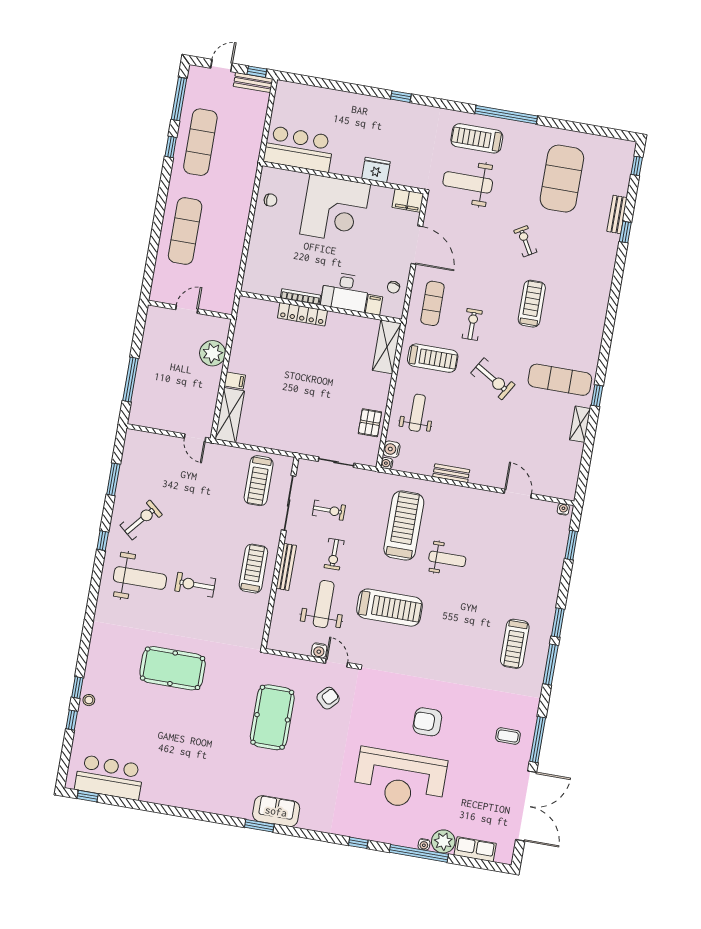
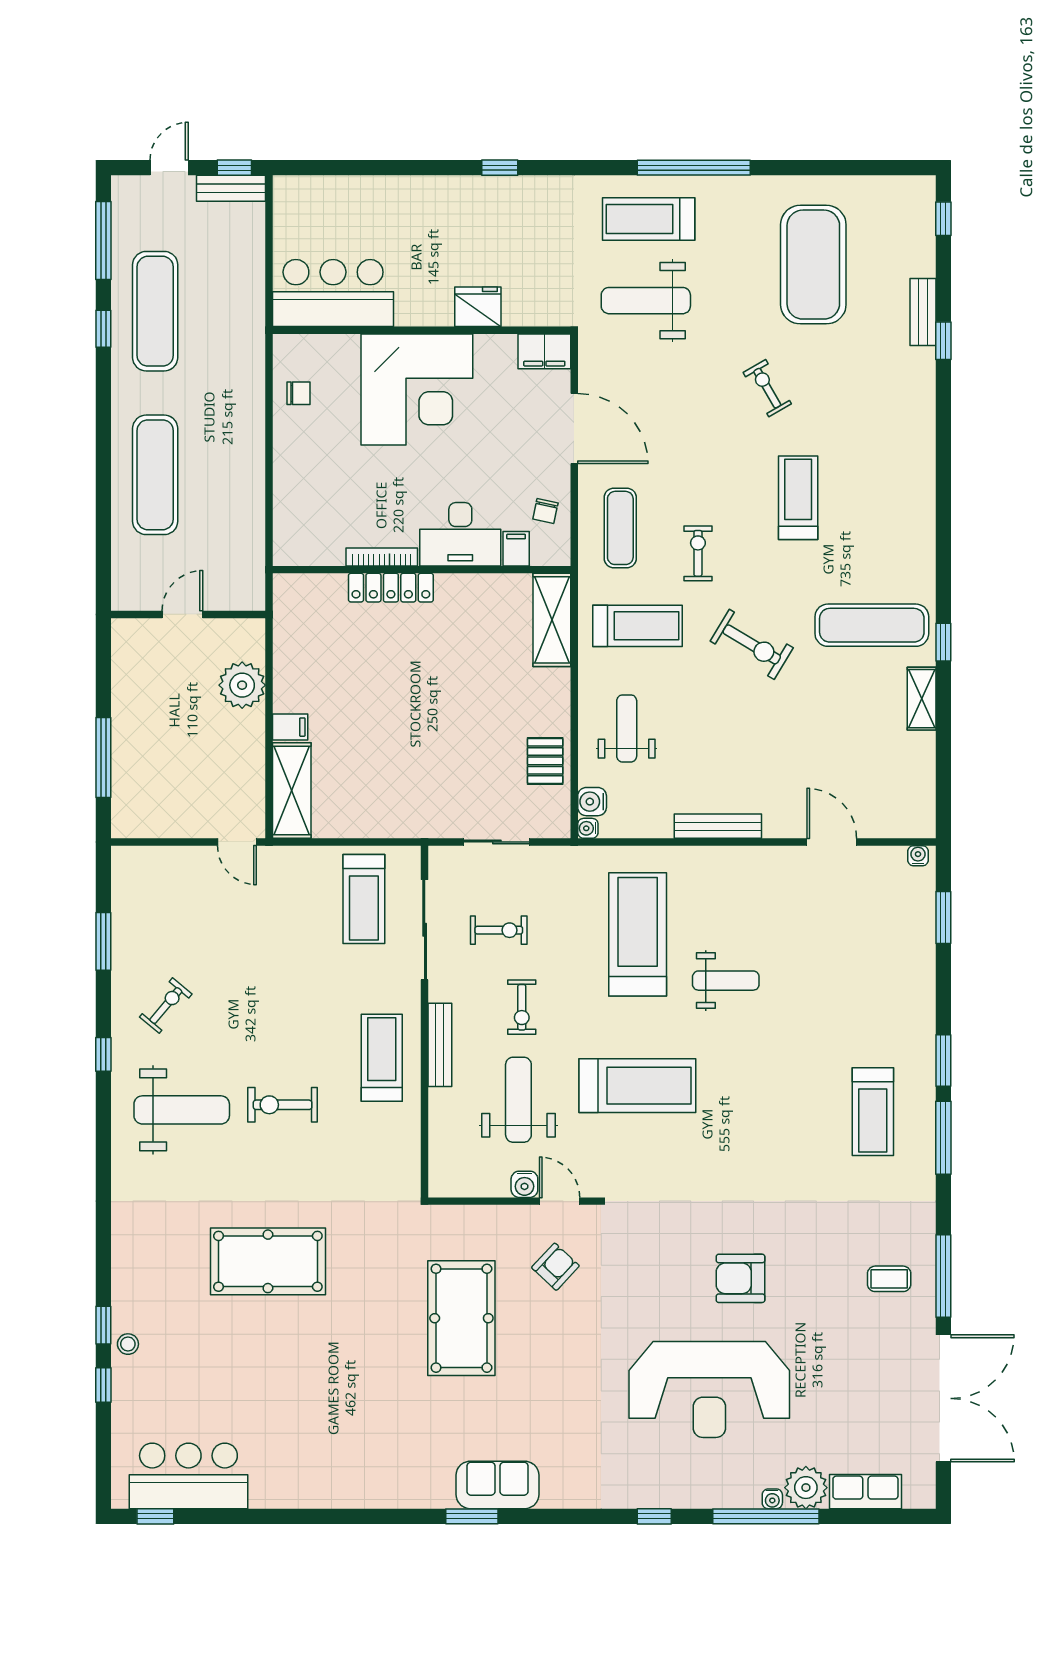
bench: (451, 473) -> (718, 826), width x1.36
exercise bike: (141, 520) -> (166, 1006), width x0.73, depth x0.72

